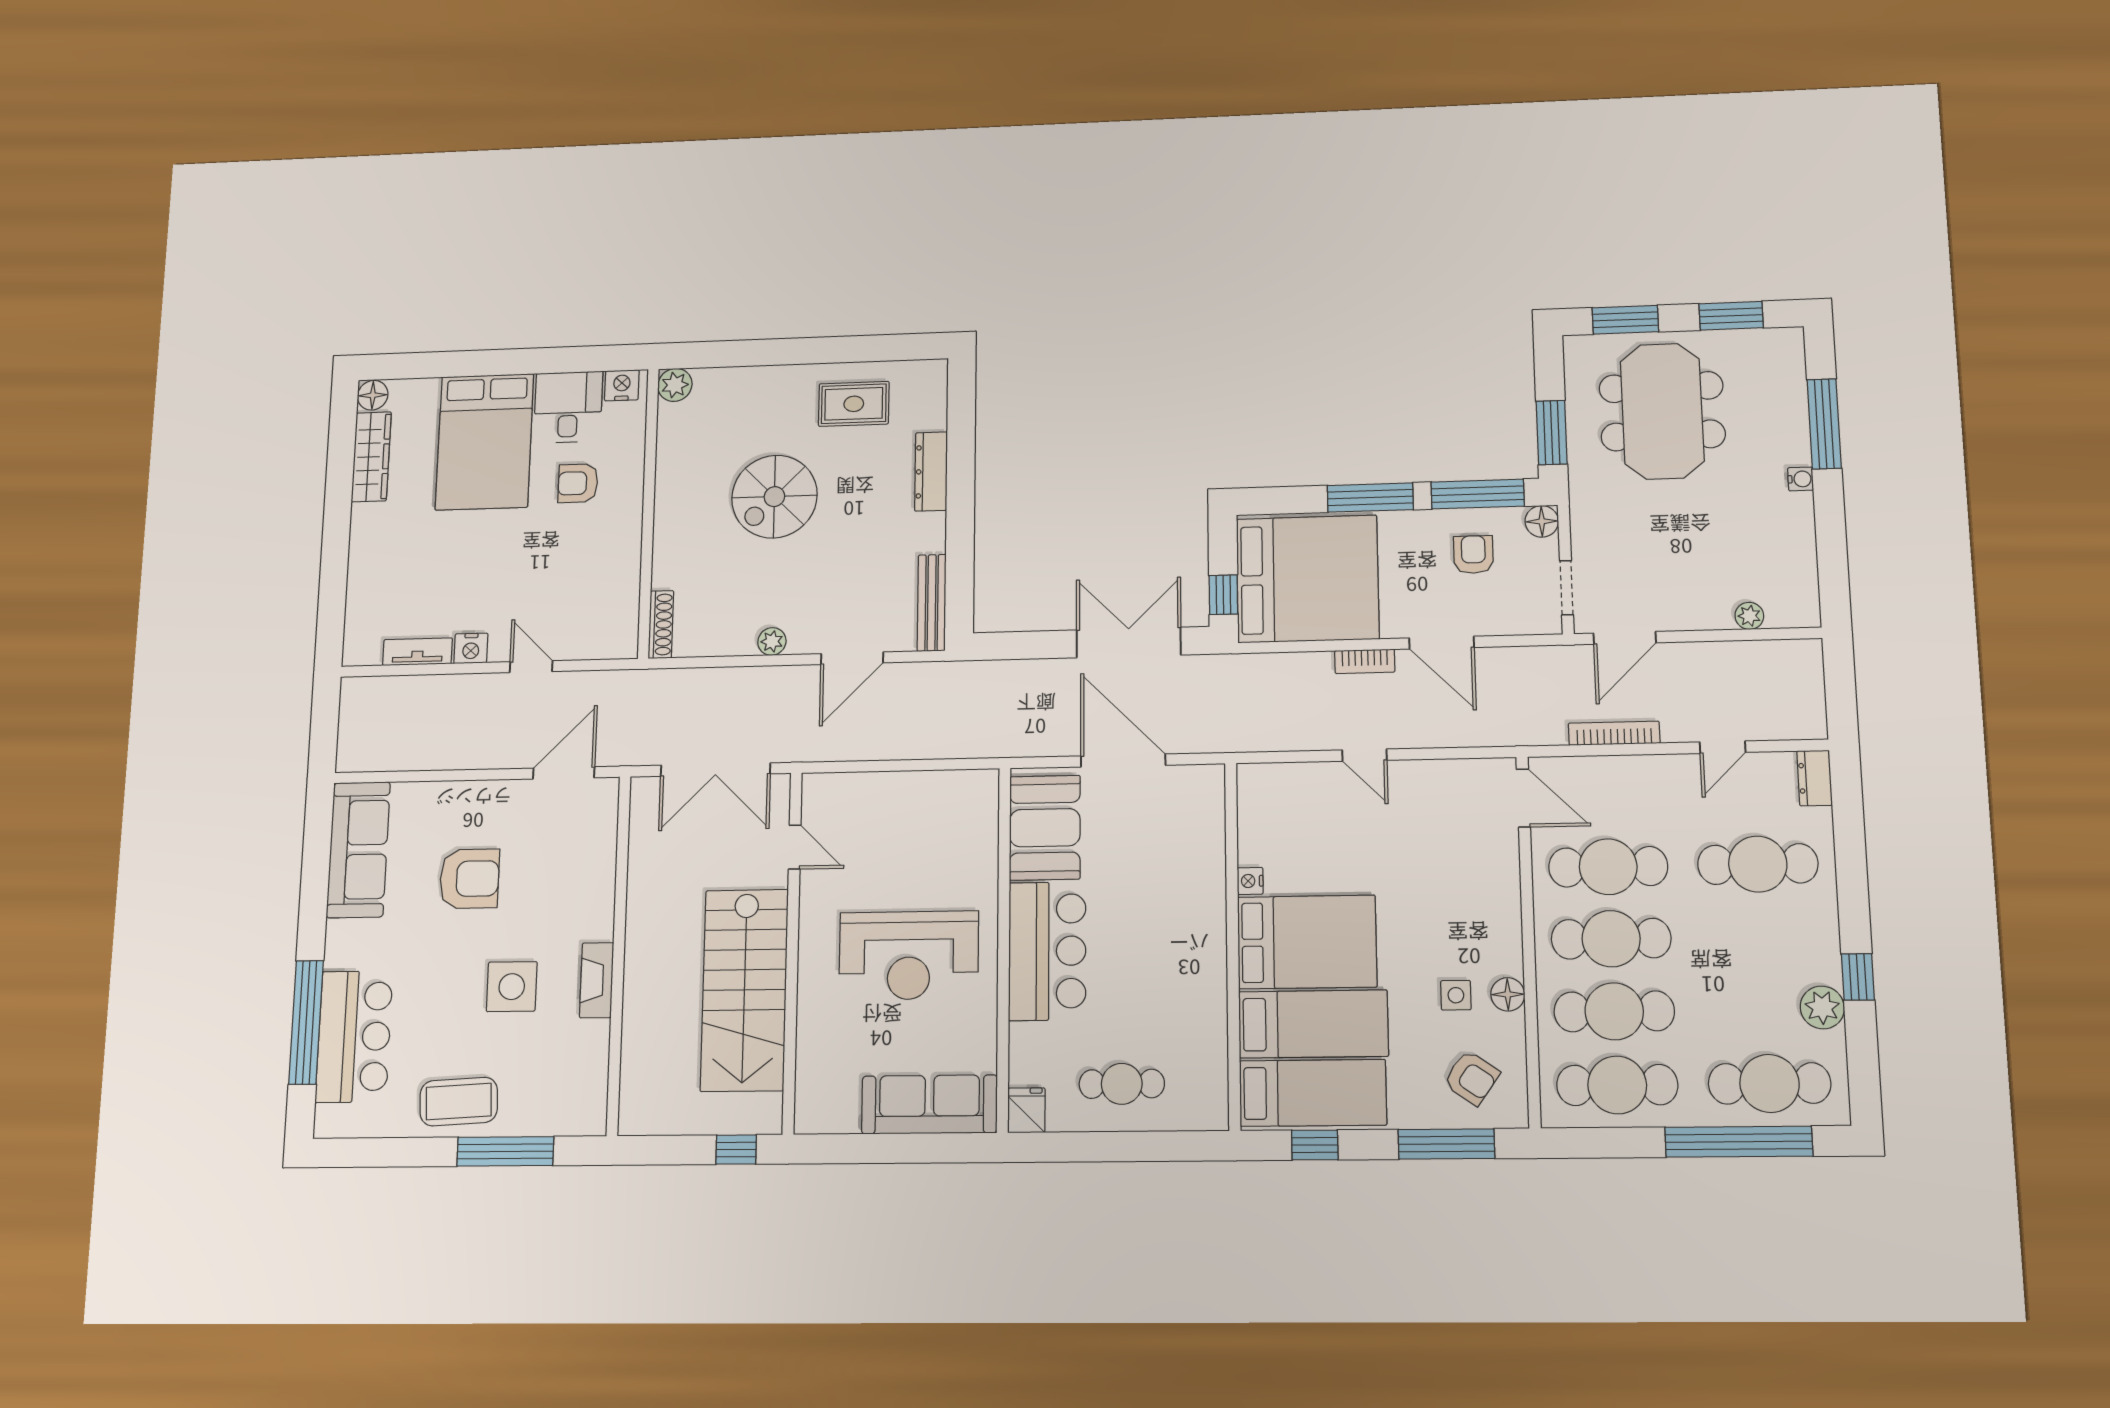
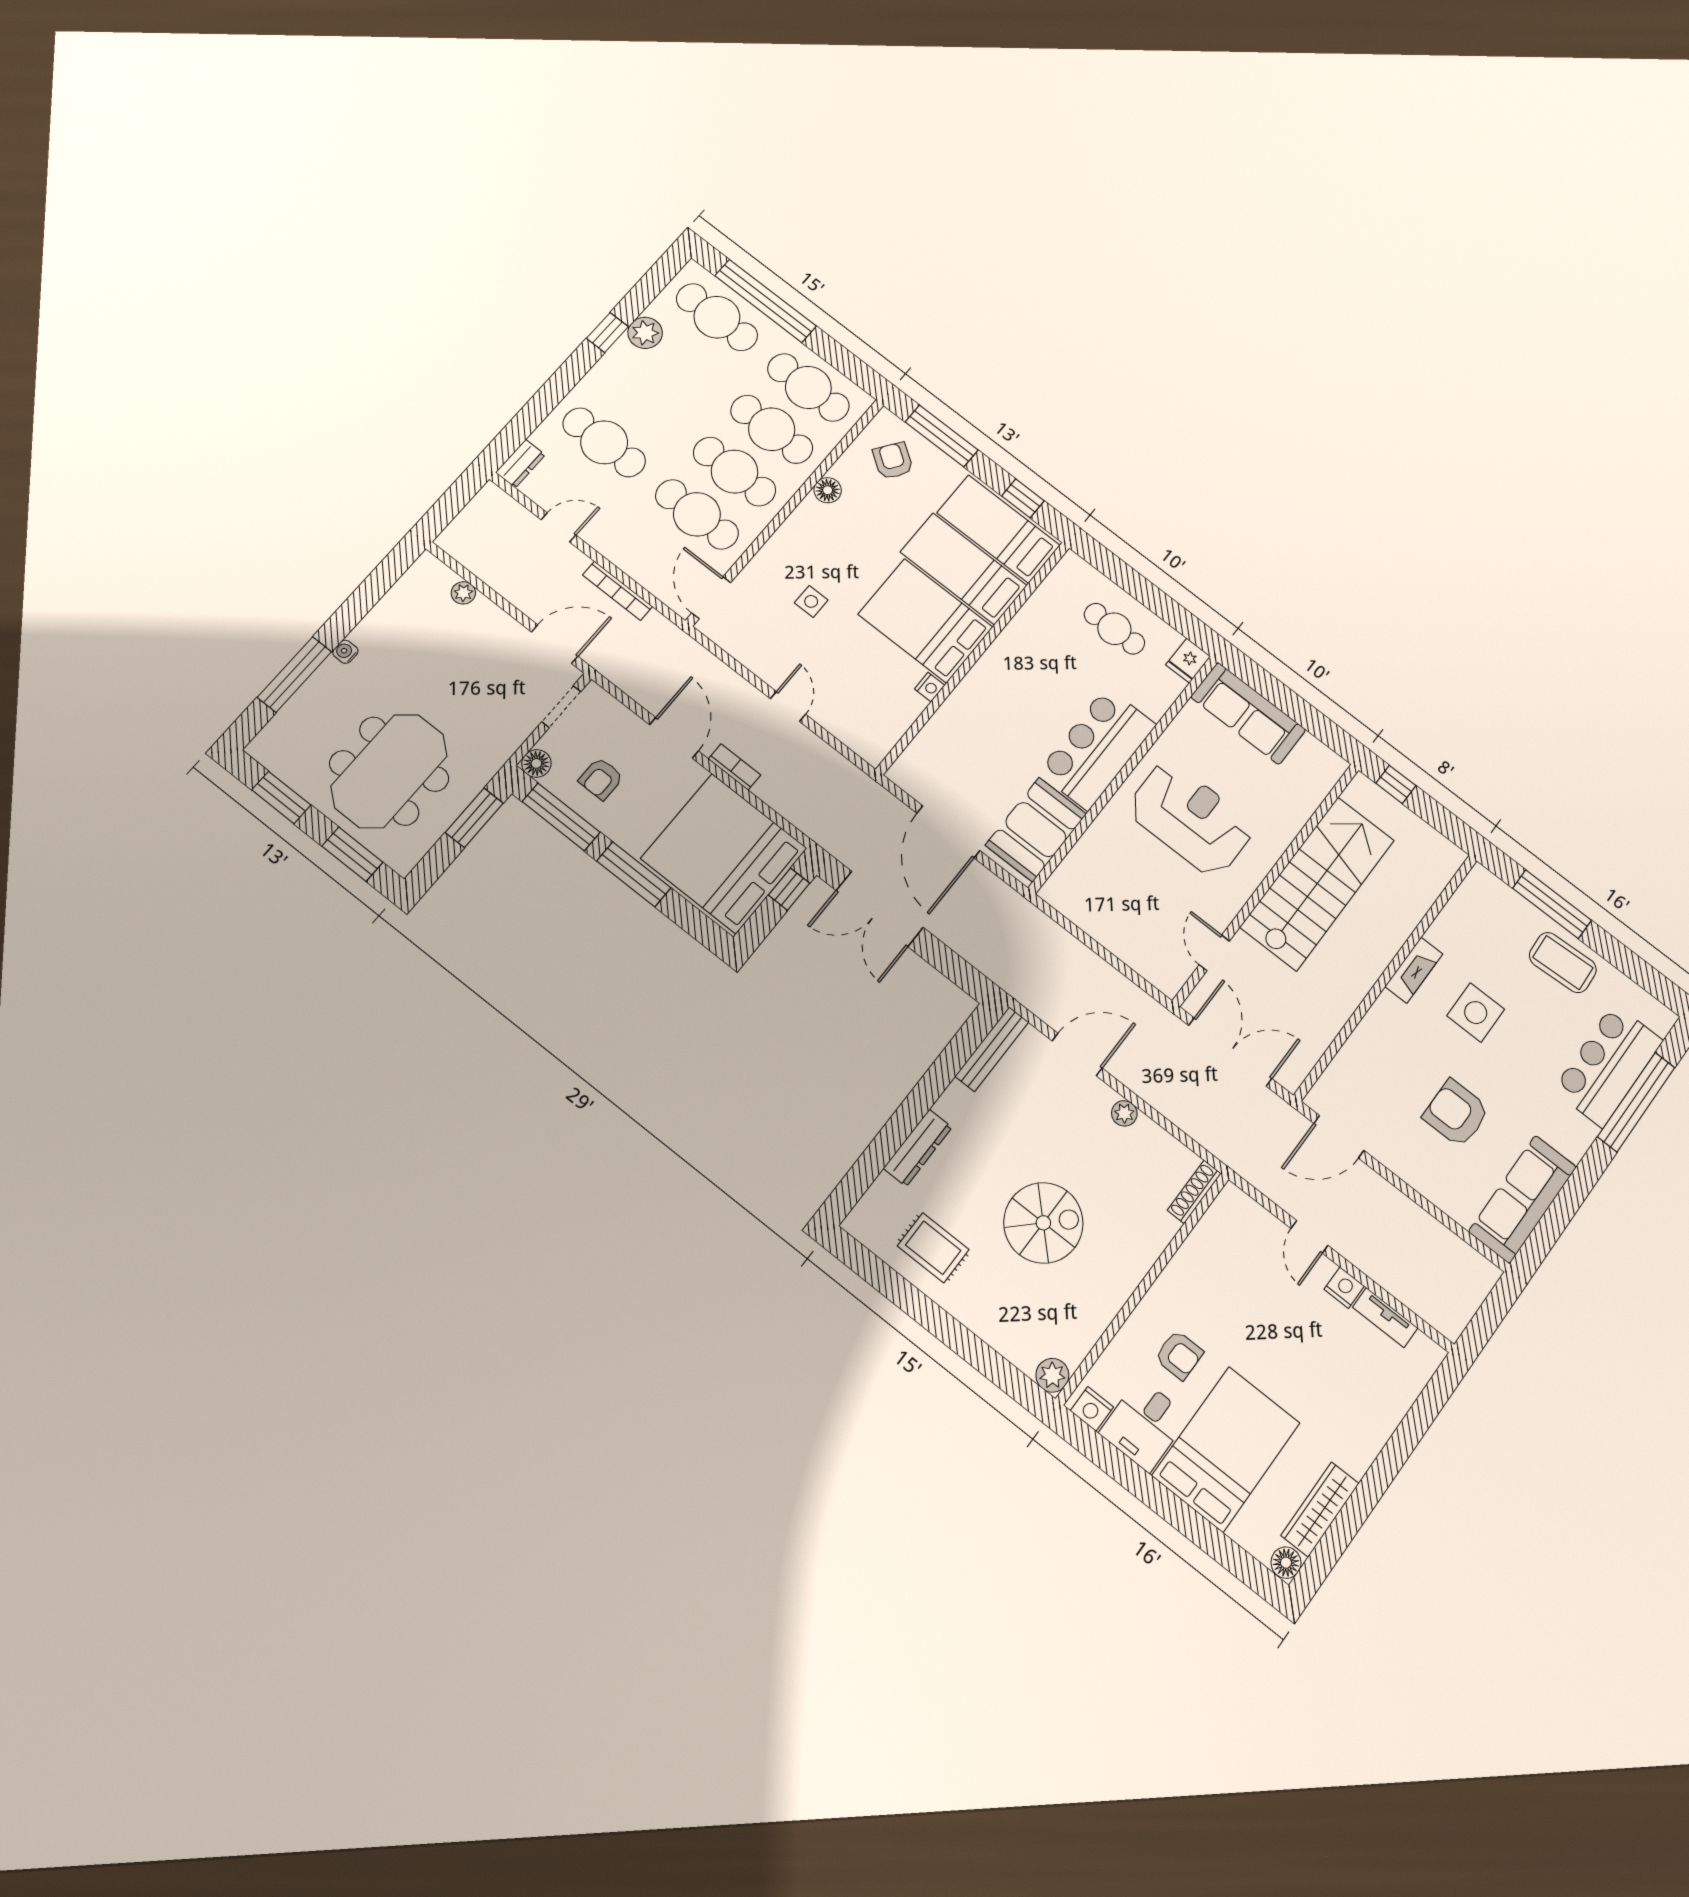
side table: (1456, 995) -> (811, 601), moved

